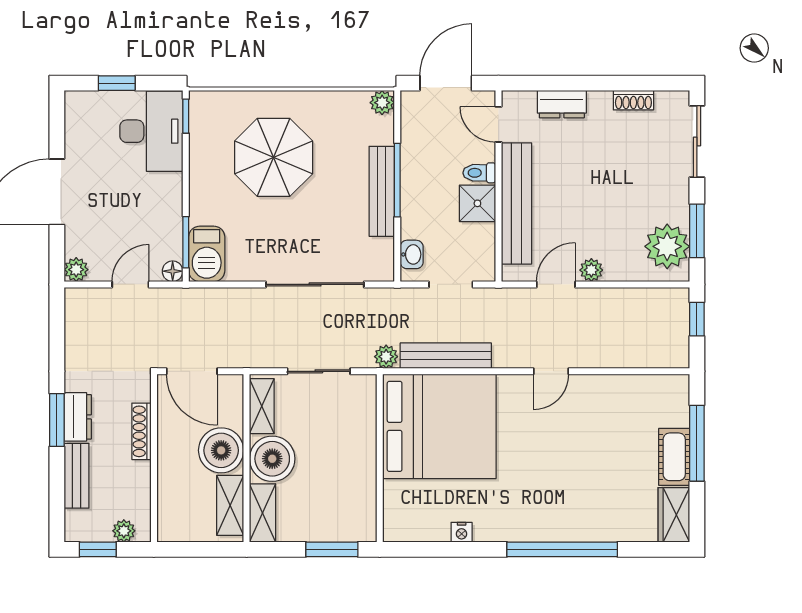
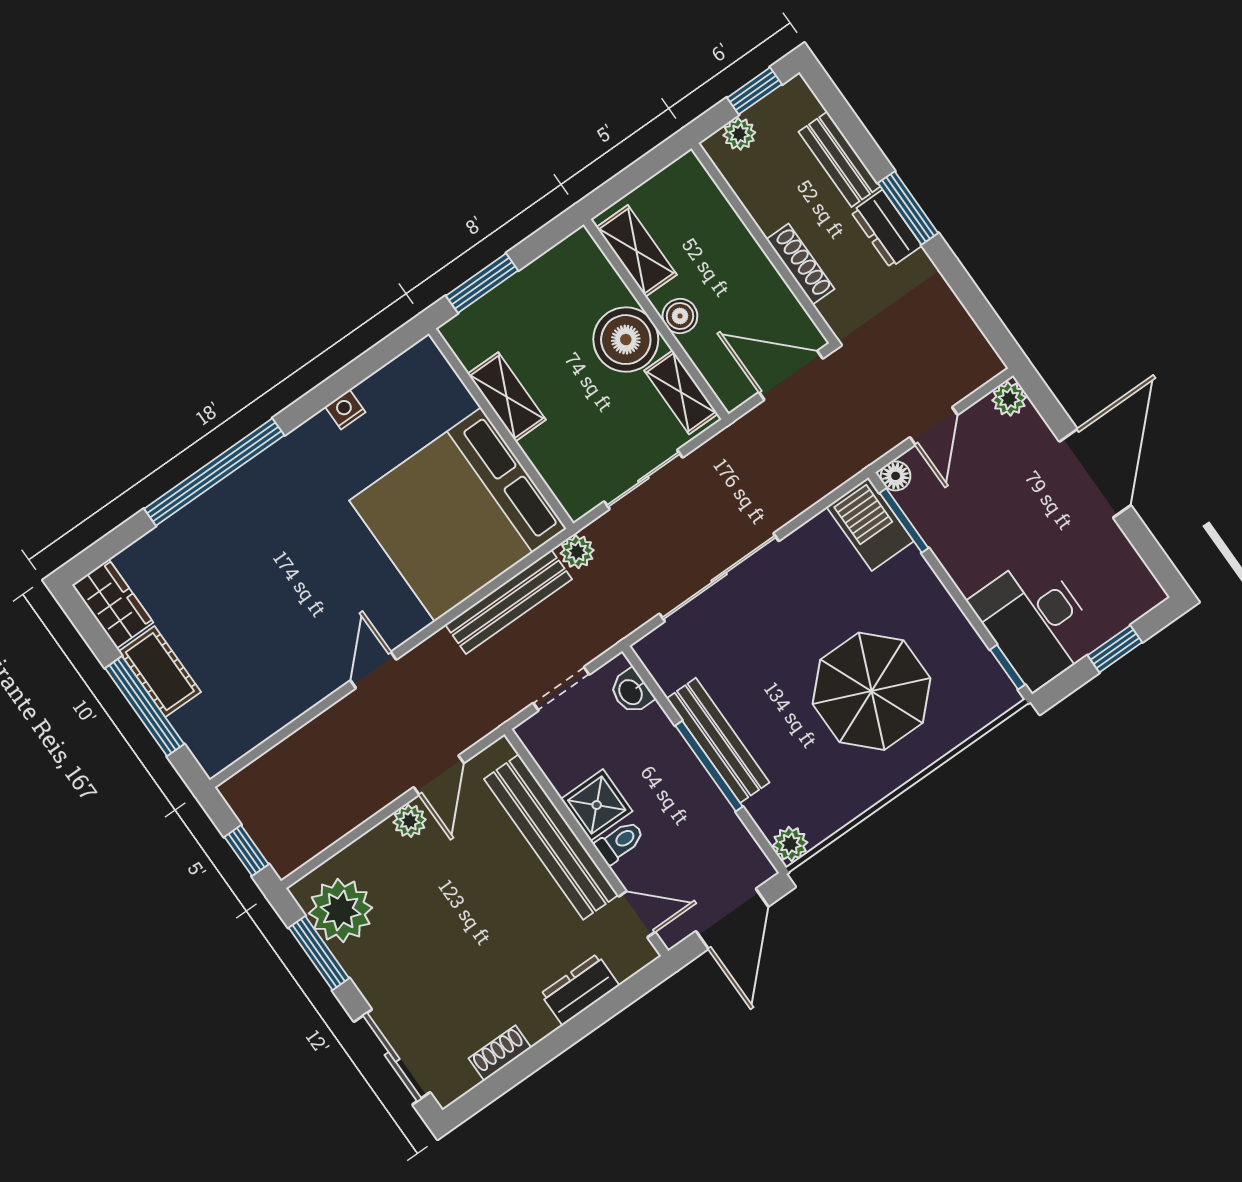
boiler: (221, 450) -> (680, 316), width x0.54, depth x0.54
shelving: (263, 513) -> (507, 397), moved

